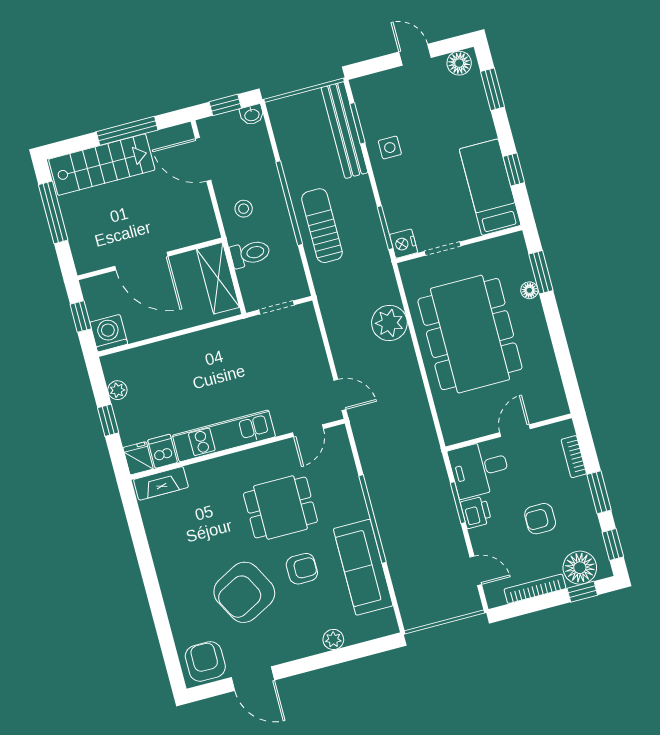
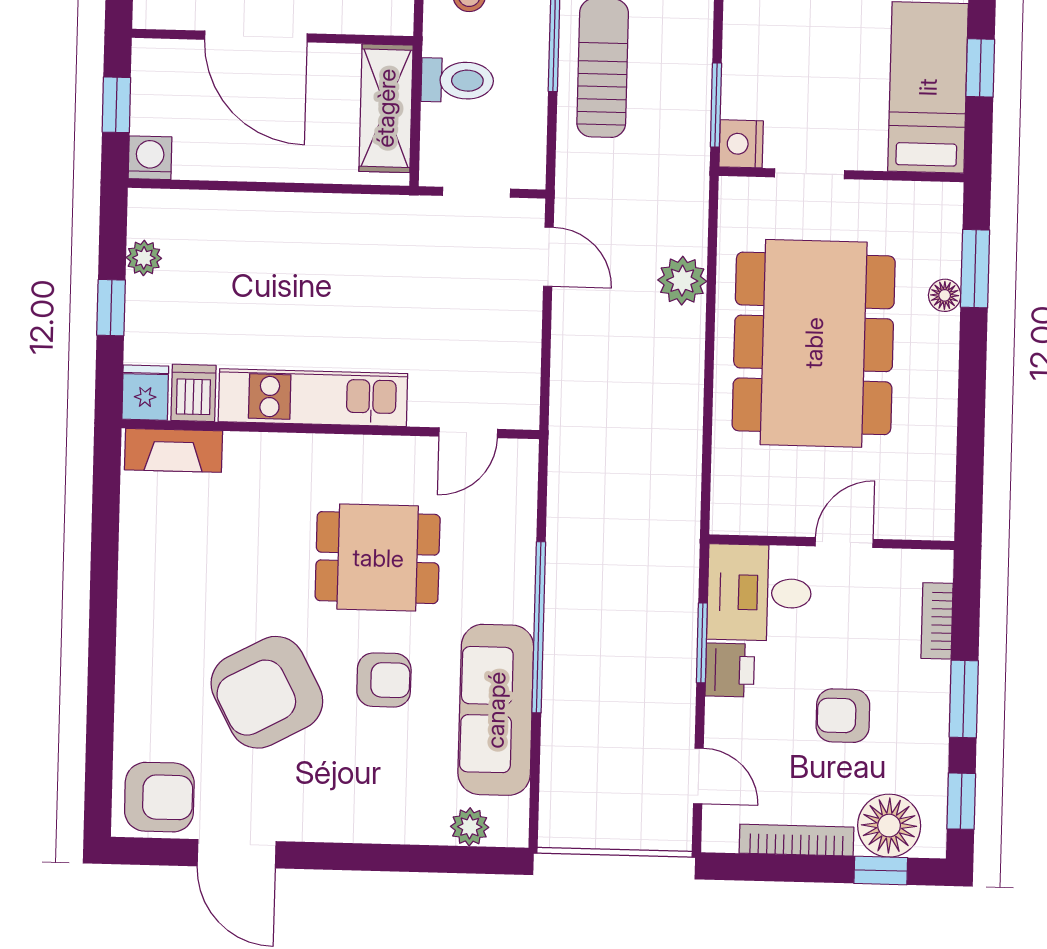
plant: (389, 323) -> (682, 281), width x0.73, depth x0.73
washing machine: (109, 333) -> (150, 158), width x0.73, depth x0.73
door: (340, 395) -> (548, 257), moved
plant: (333, 639) -> (470, 827), moved
armchair: (205, 661) -> (159, 797), turned 90

